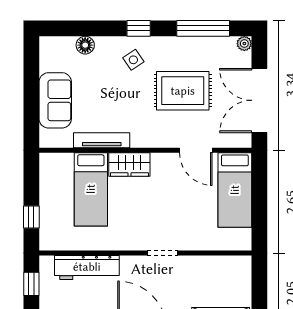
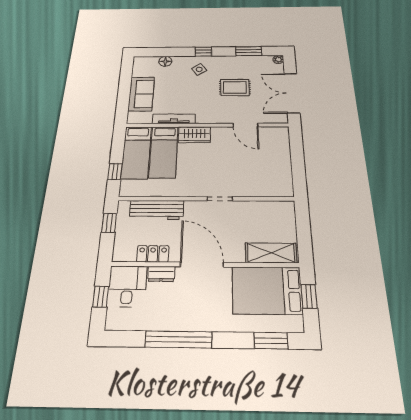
window: (203, 28) -> (249, 51), width x0.69
rug: (183, 91) -> (235, 87), width x0.73, depth x0.70
bed: (235, 190) -> (136, 152), moved

